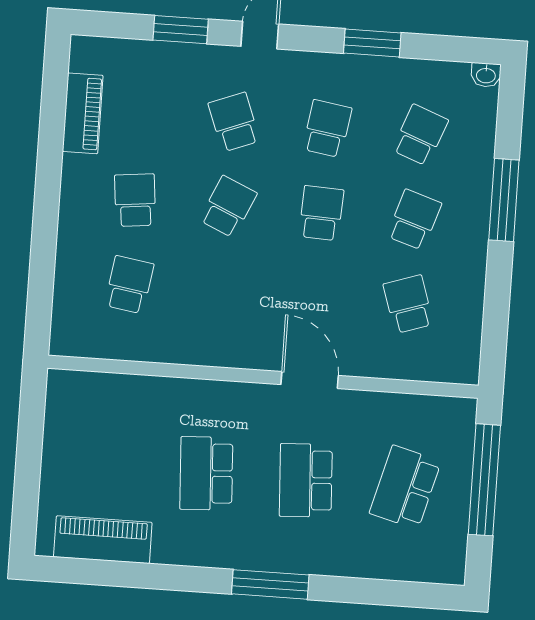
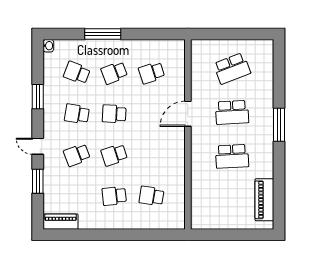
piano: (83, 113) -> (61, 222), moved
school desk: (228, 207) -> (114, 155), turned -42
school desk: (414, 220) -> (114, 73), turned -39
window: (484, 480) -> (226, 34), removed
school desk: (405, 487) -> (232, 68), turned -36

